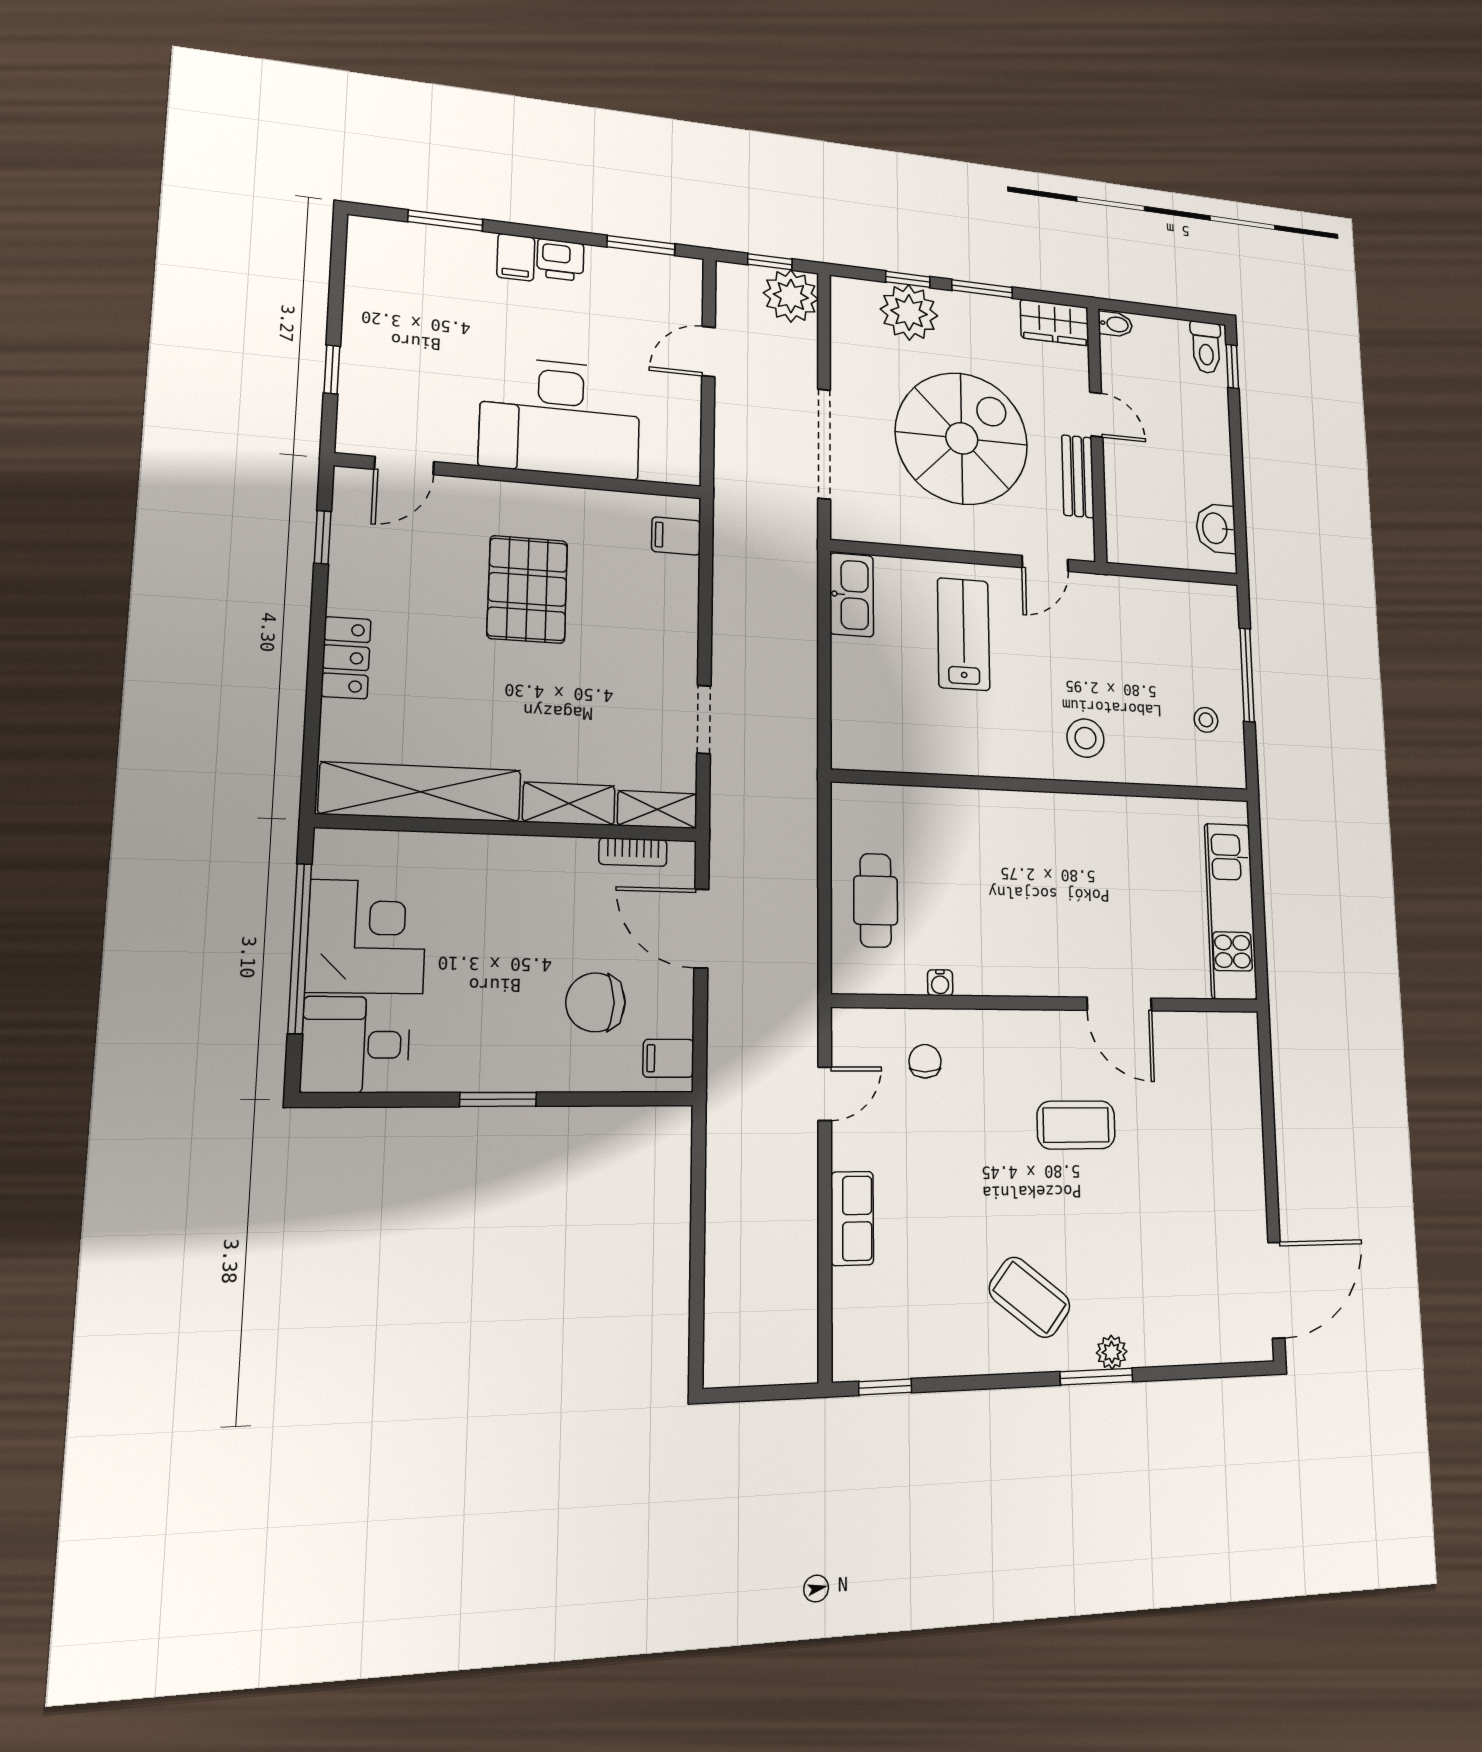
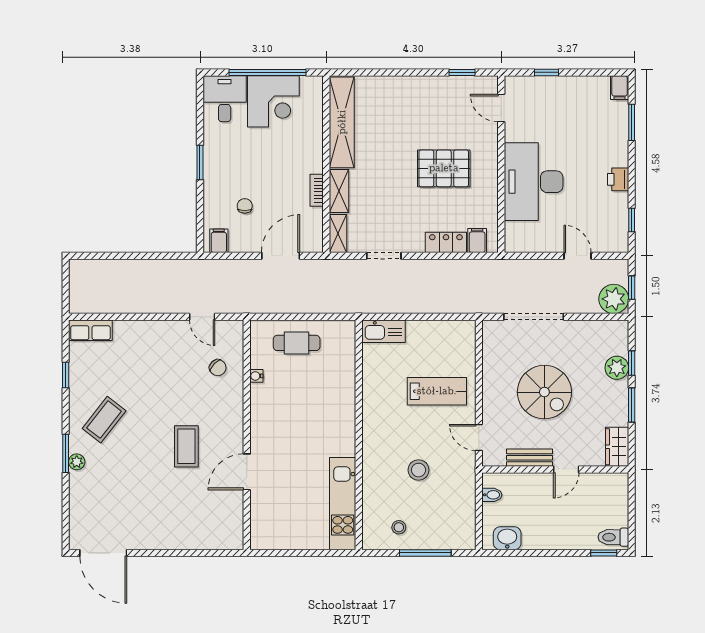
window: (641, 245) -> (632, 220), width x0.67
filing cabinet: (516, 257) -> (620, 88), moved, turned -90
plant: (909, 312) -> (617, 368), width x0.73, depth x0.73
bidet: (1115, 324) -> (492, 495), moved, turned -90
spiral stairs: (962, 438) -> (544, 392), width x0.73, depth x0.73
kitchen sink: (852, 595) -> (383, 331), moved
locker: (346, 658) -> (446, 242), moved, turned 180
stool: (1085, 738) -> (418, 470), moved
bookcase: (633, 852) -> (317, 190), moved
kitchen unit: (1231, 911) -> (343, 504), moved, turned -90
chair: (595, 1002) -> (245, 206), width x0.54, depth x0.54
chair: (925, 1061) -> (218, 368), turned 43
row of seats: (852, 1218) -> (90, 330), moved
window: (885, 1387) -> (66, 375), moved

